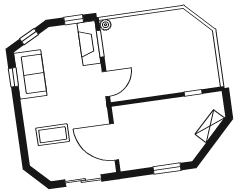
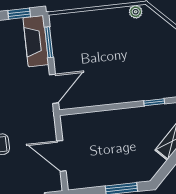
plant: (106, 25) -> (136, 12), moved
door: (114, 142) -> (61, 156), width x0.73

